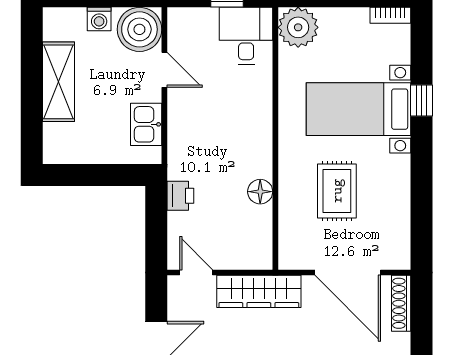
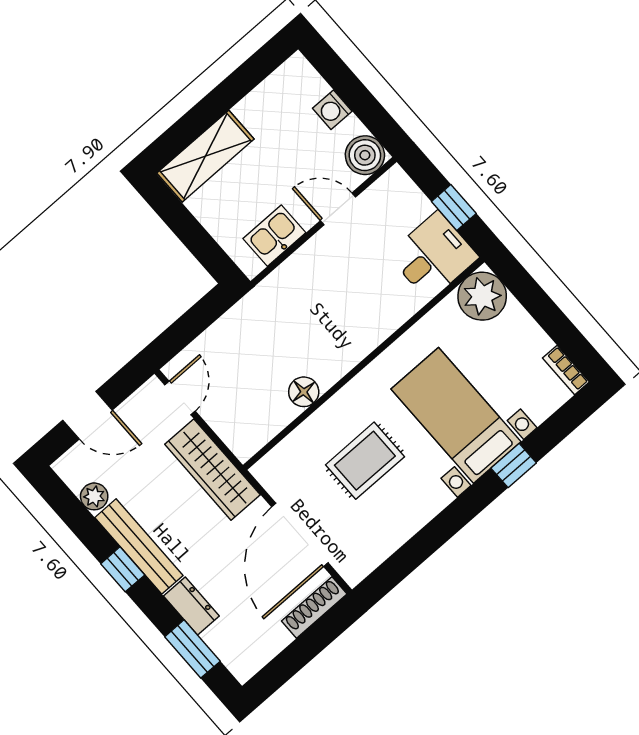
boiler: (139, 29) -> (365, 155), width x0.73, depth x0.73
door: (164, 70) -> (338, 209), swing flipped
shelving: (59, 82) -> (205, 156), moved
printer: (180, 196) -> (237, 323), removed

